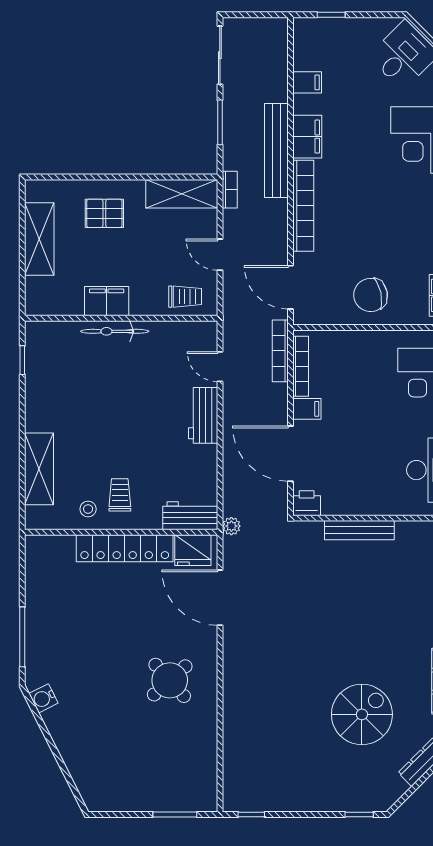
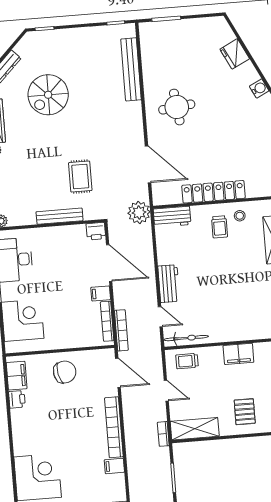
filing cabinet: (307, 137) -> (114, 466), width x0.50
bench: (276, 150) -> (131, 69), moved
pallet: (104, 213) -> (245, 412), turned 90
bicycle: (115, 331) -> (186, 338), moved
plant: (231, 526) -> (139, 212), width x1.87, depth x1.87
fridge: (193, 550) -> (235, 54), moved, turned -117
rug: (323, 587) -> (80, 177), added
round table: (170, 680) -> (177, 107), turned 35

